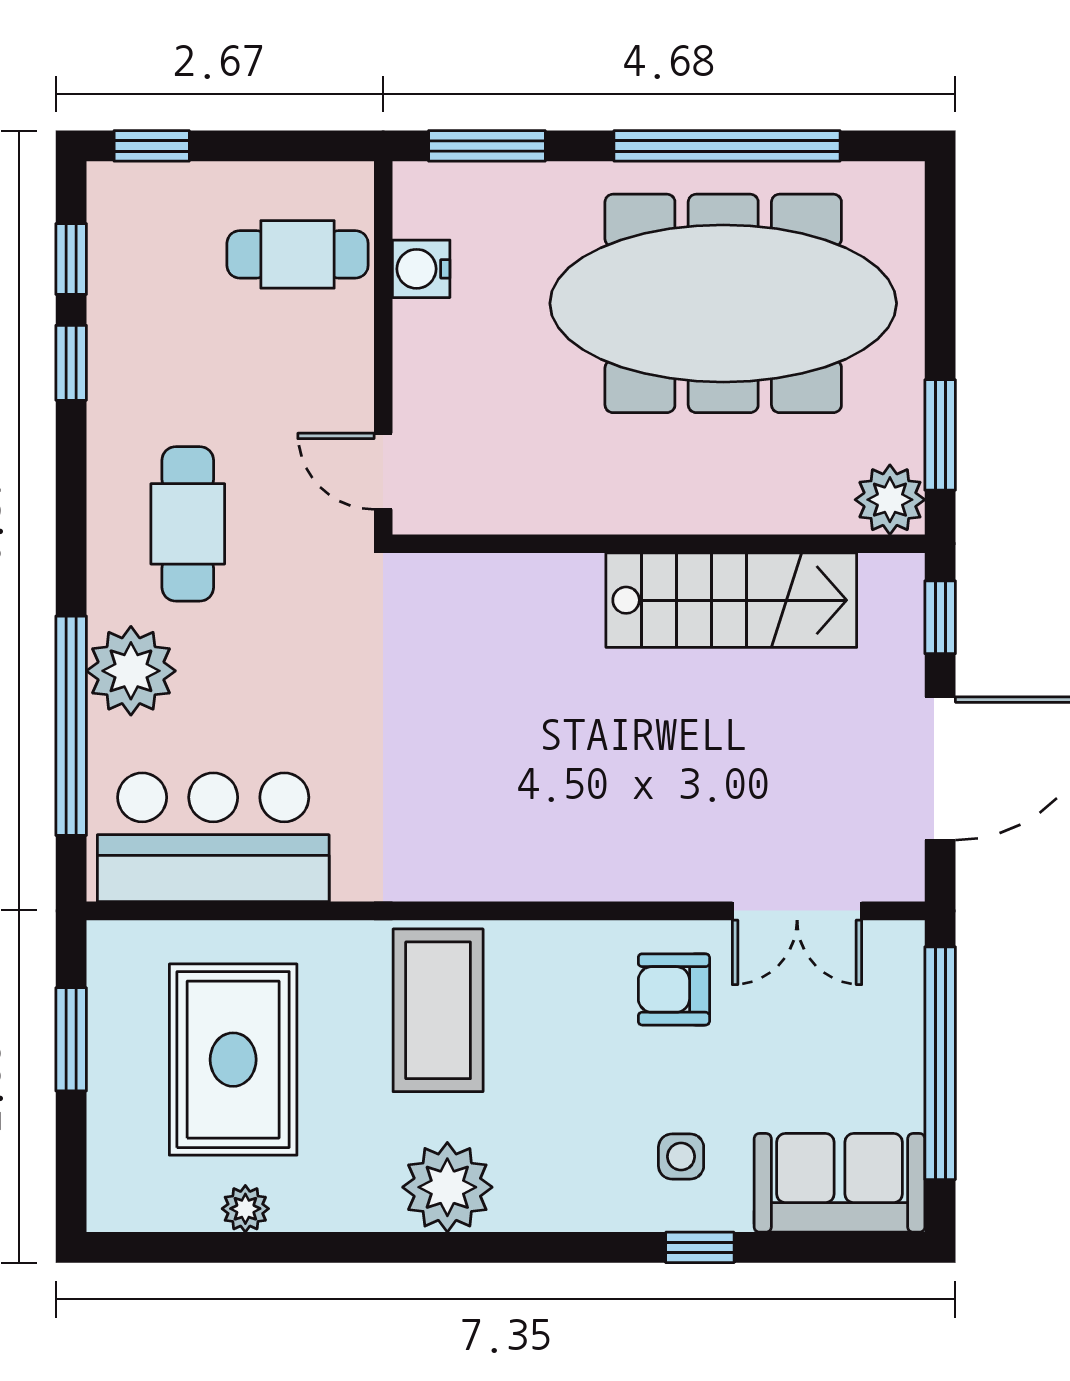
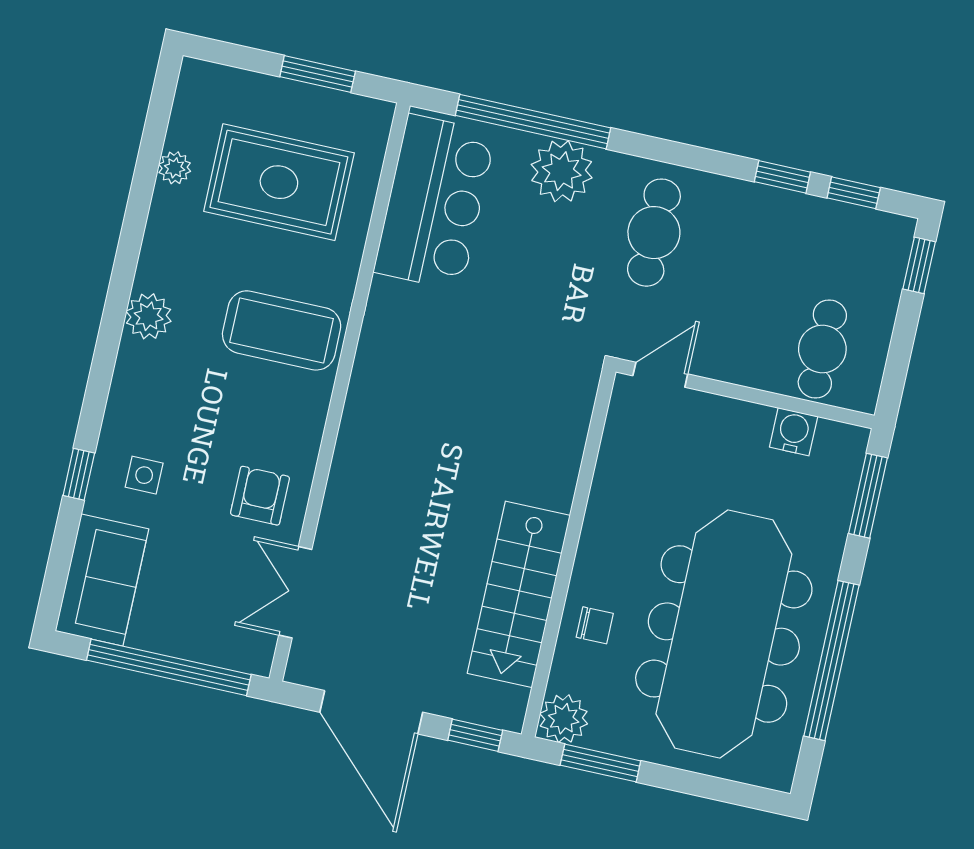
chair: (751, 485) -> (595, 625), added
cafe table: (188, 524) -> (654, 233), turned 90
plant: (447, 1187) -> (149, 316), width x0.73, depth x0.73

